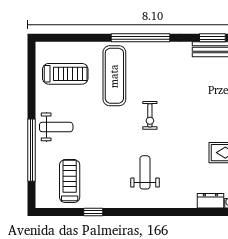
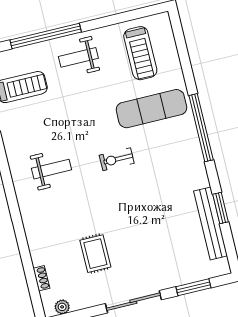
weight bench: (56, 127) -> (78, 57), turned 90
dresser: (210, 201) -> (37, 250), removed

